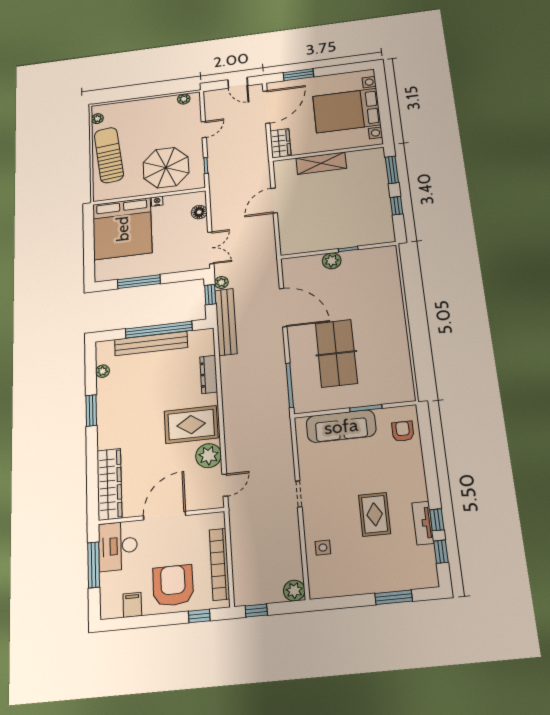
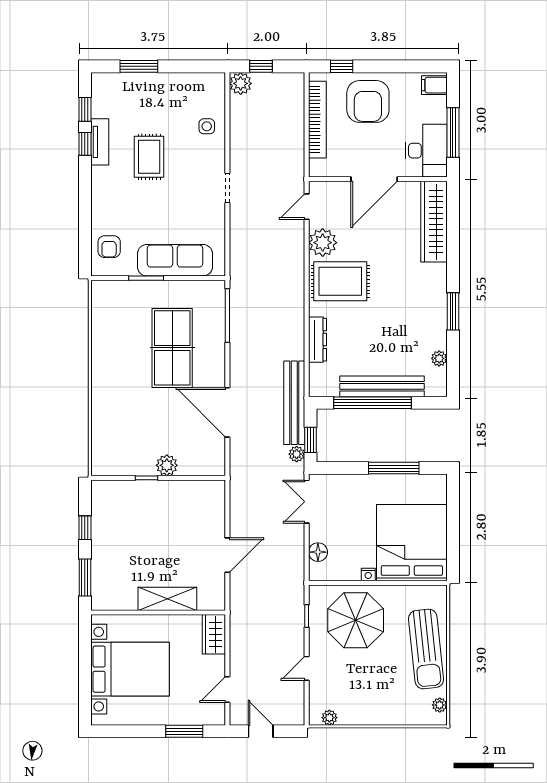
door: (266, 107) -> (227, 690), width x0.53
filing cabinet: (132, 605) -> (434, 85), moved, turned 90
window: (256, 611) -> (261, 66), moved

